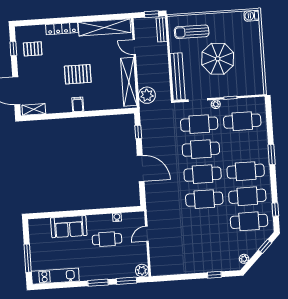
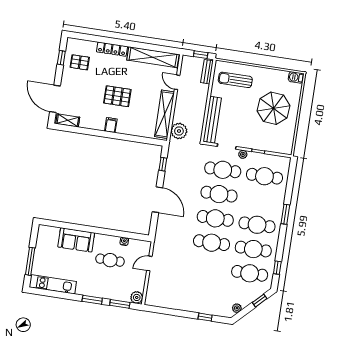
parasol: (218, 59) -> (274, 108), moved

